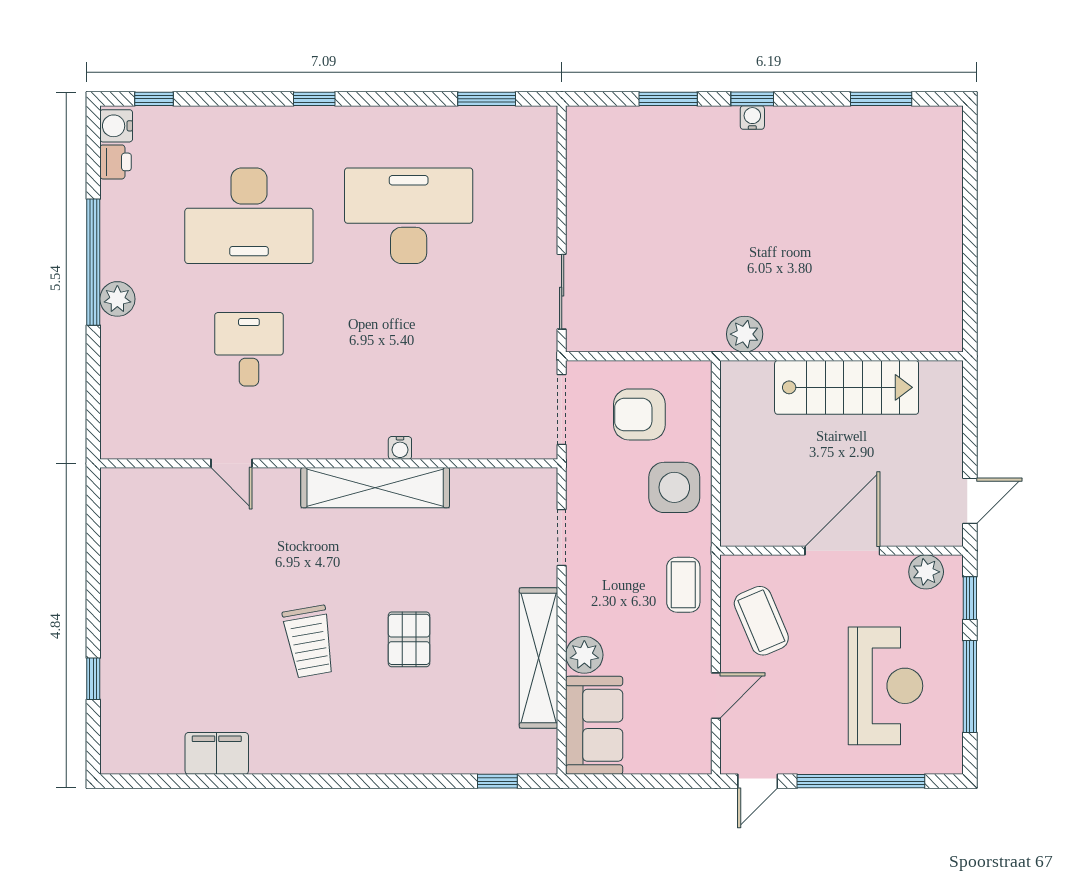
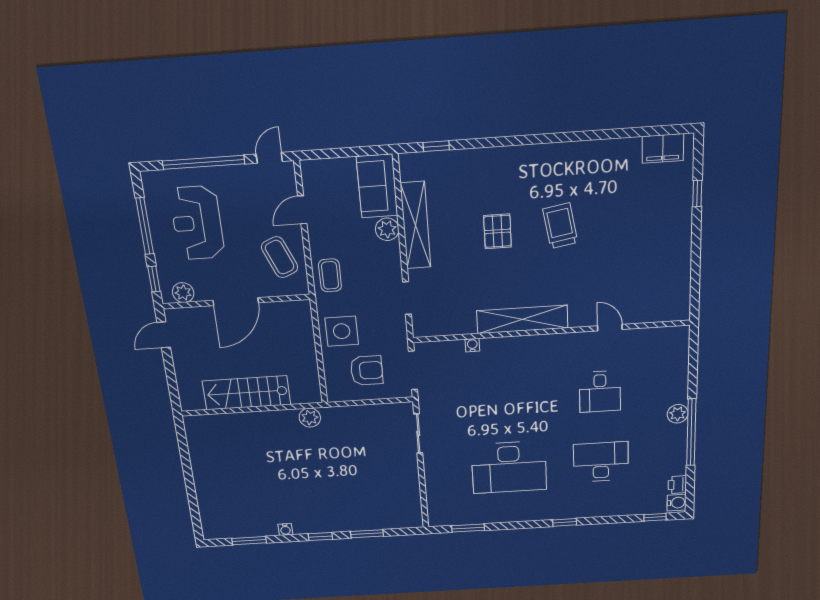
water cooler: (752, 118) -> (285, 529), moved
desk: (249, 216) -> (601, 462), width x0.73, depth x0.77
water cooler: (400, 448) -> (472, 345), moved
filing cabinet: (217, 753) -> (663, 148), moved

